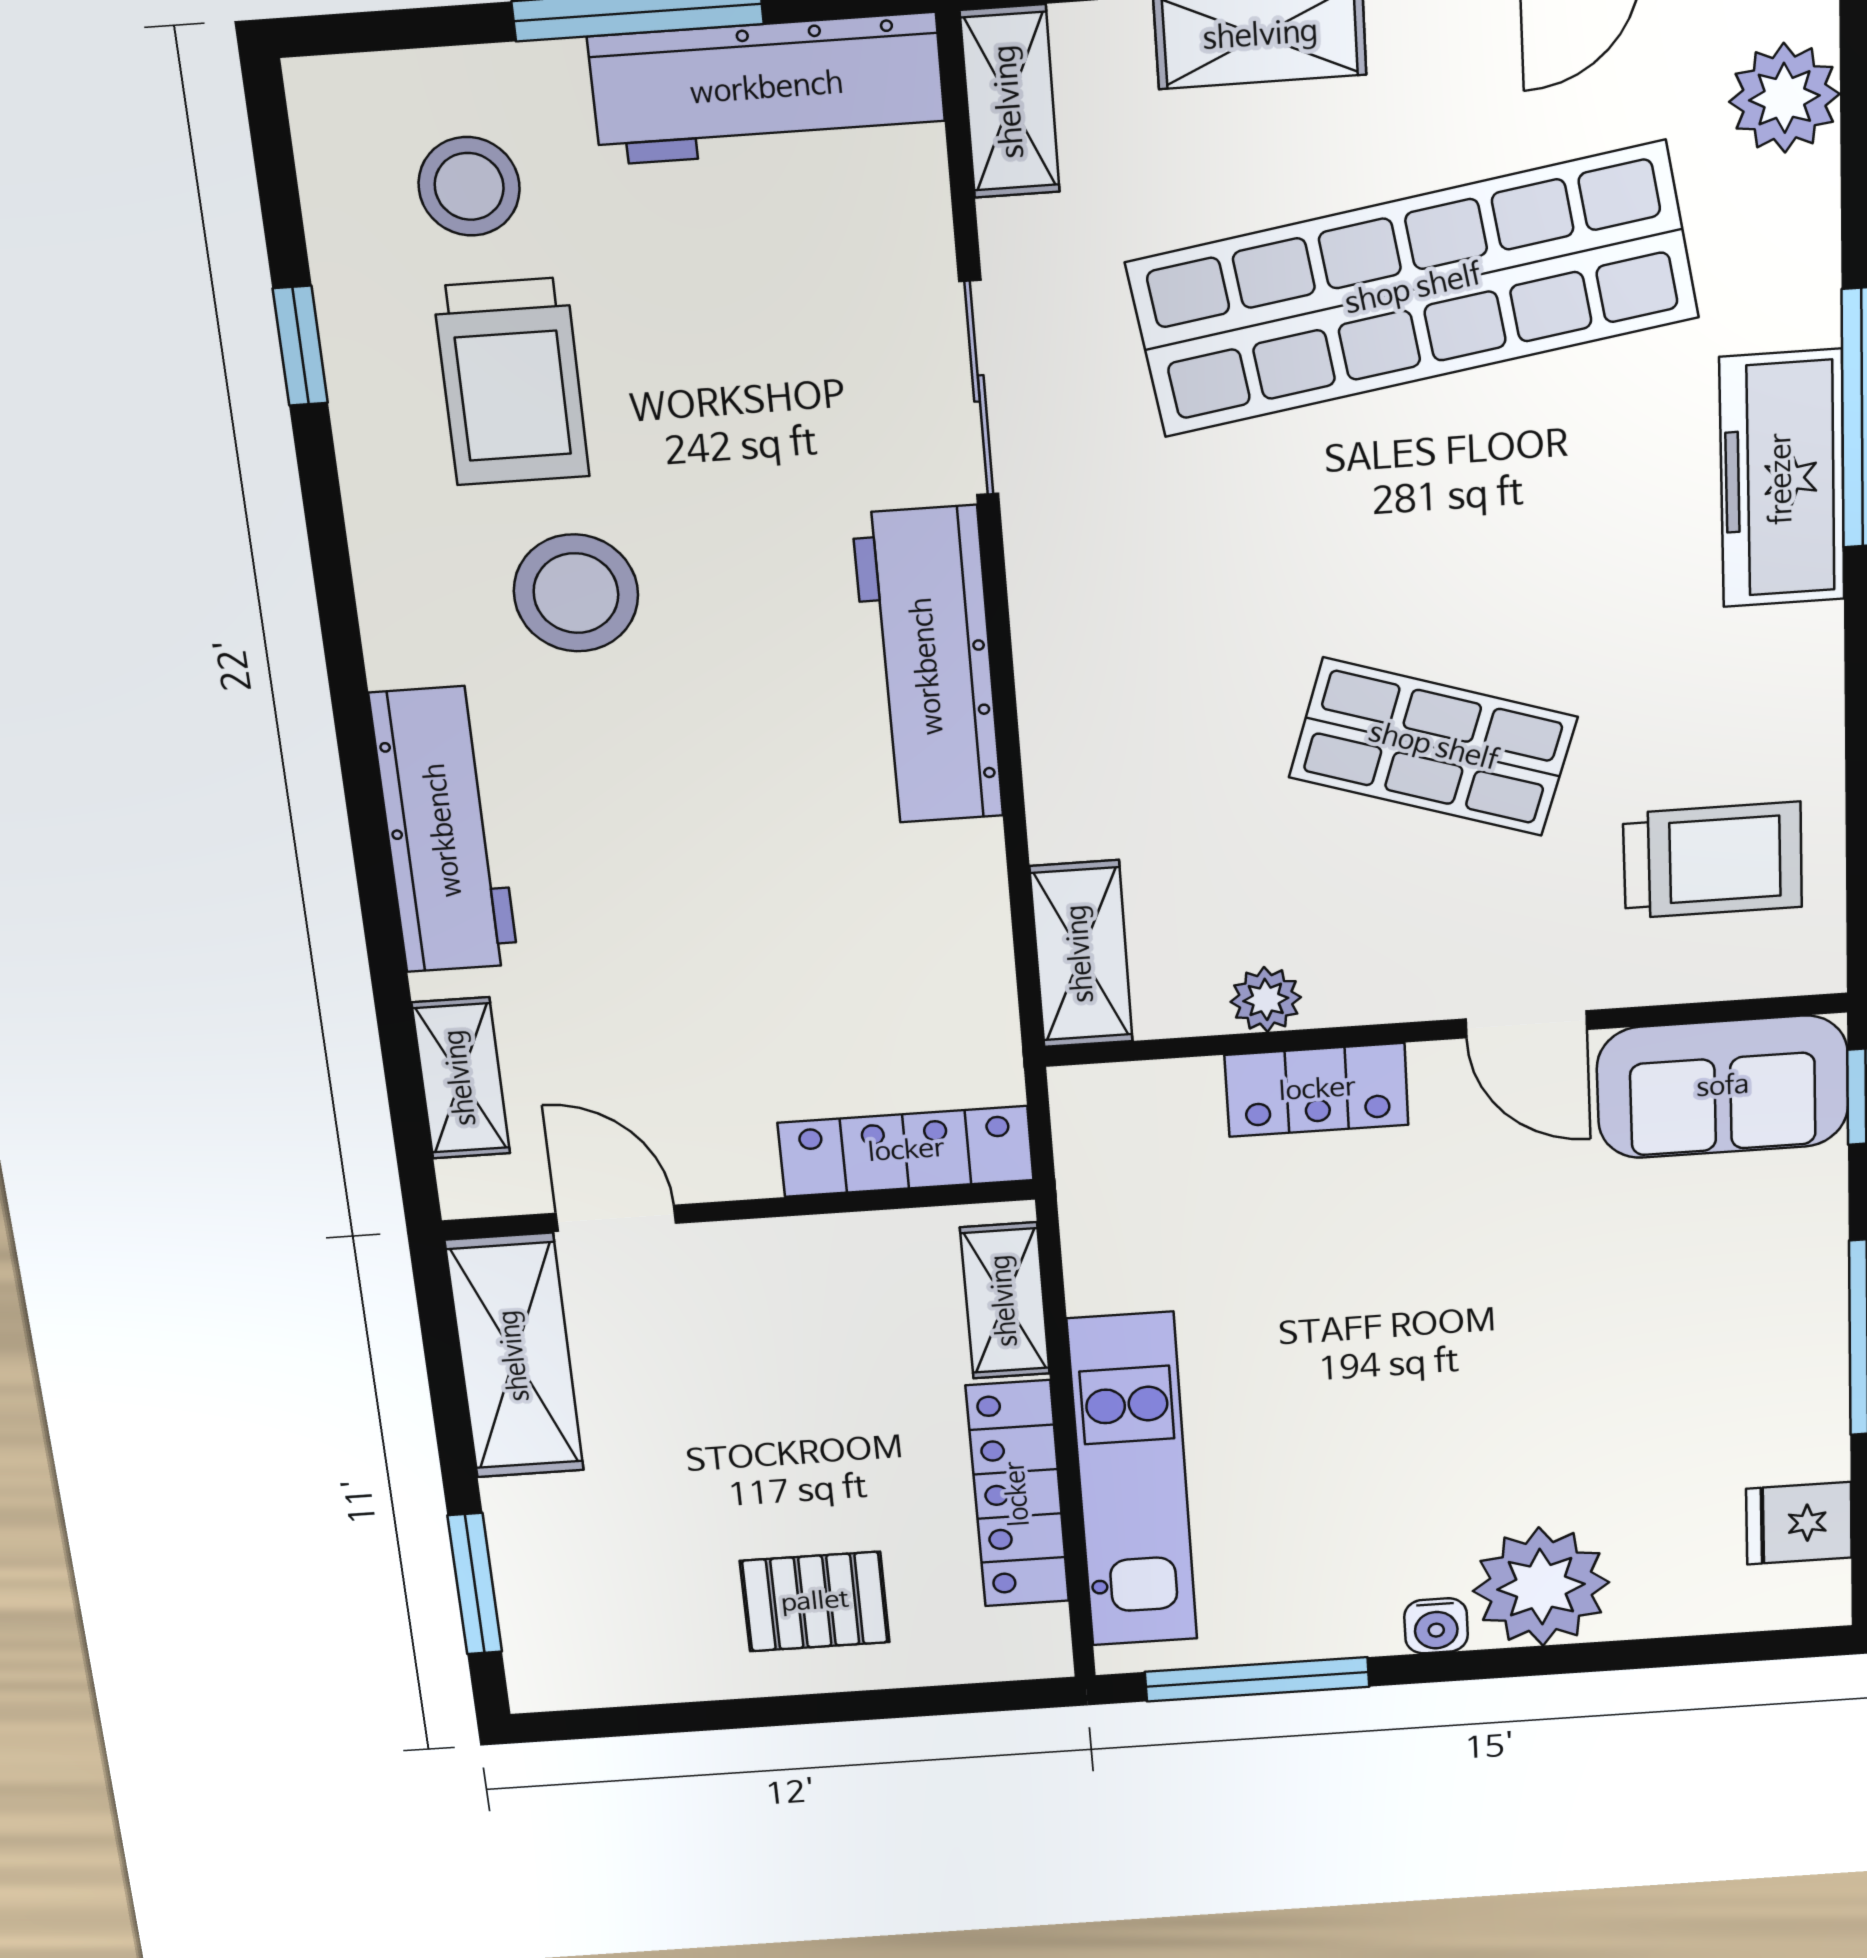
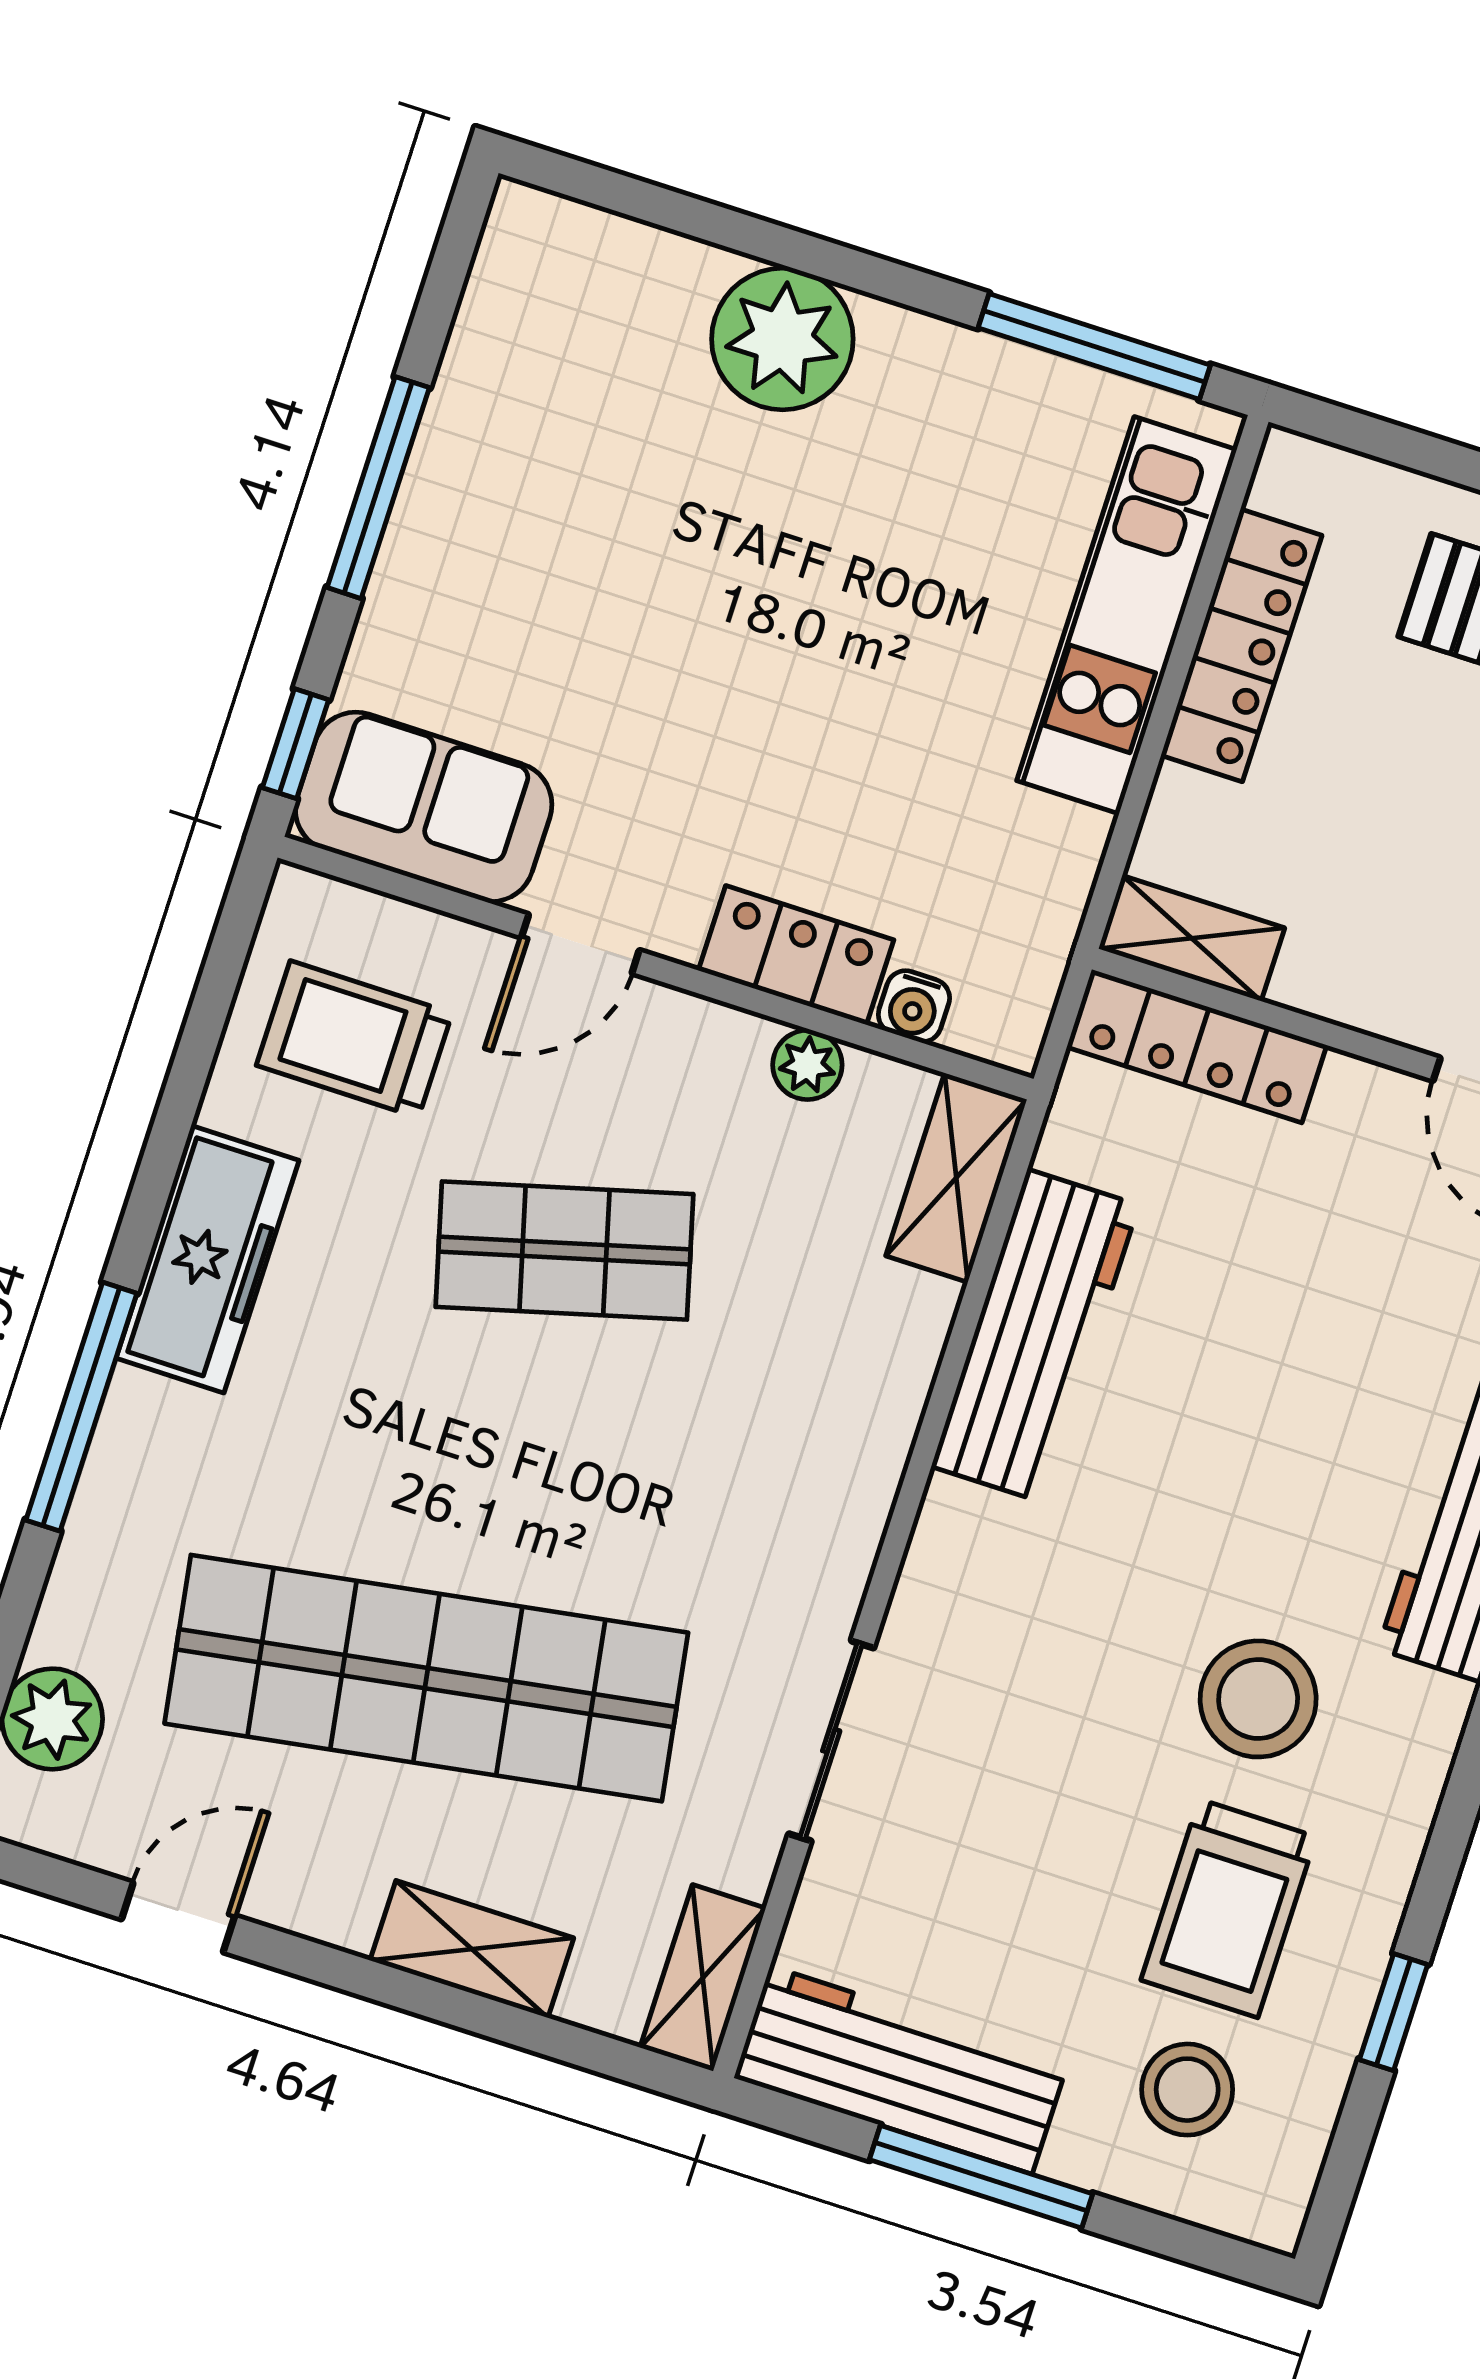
trolley: (511, 382) -> (1228, 1908), turned 180
freezer: (1782, 479) -> (207, 1259), moved
workbench: (928, 666) -> (1035, 1336), moved
shop shelf: (1433, 747) -> (564, 1251), turned -33
door: (1526, 1024) -> (580, 944), swing flipped
shelving: (1005, 1301) -> (1192, 938), moved, turned 90
fridge: (1799, 1523) -> (511, 309), removed
water cooler: (1436, 1626) -> (914, 1006), moved, turned 180

